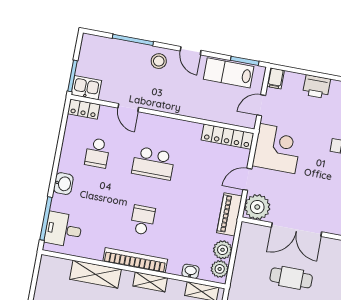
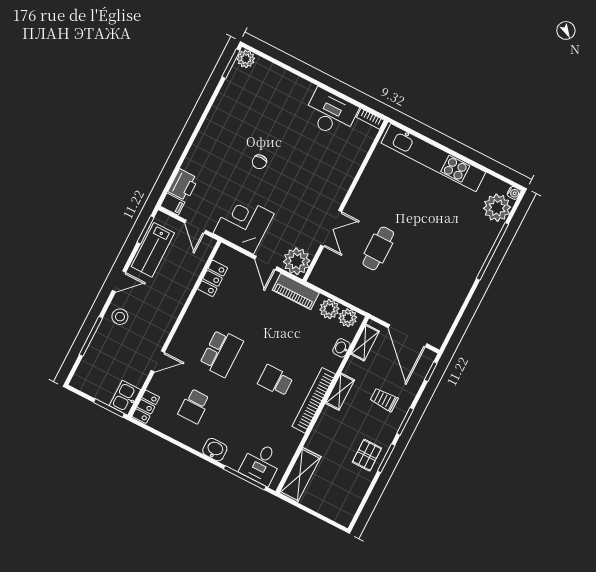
printer: (317, 87) -> (183, 185), moved
locker: (227, 137) -> (213, 278), width x0.66
school desk: (97, 153) -> (194, 406), turned 90
double door: (297, 230) -> (331, 228), width x0.73
shelving: (95, 274) -> (300, 475), moved

